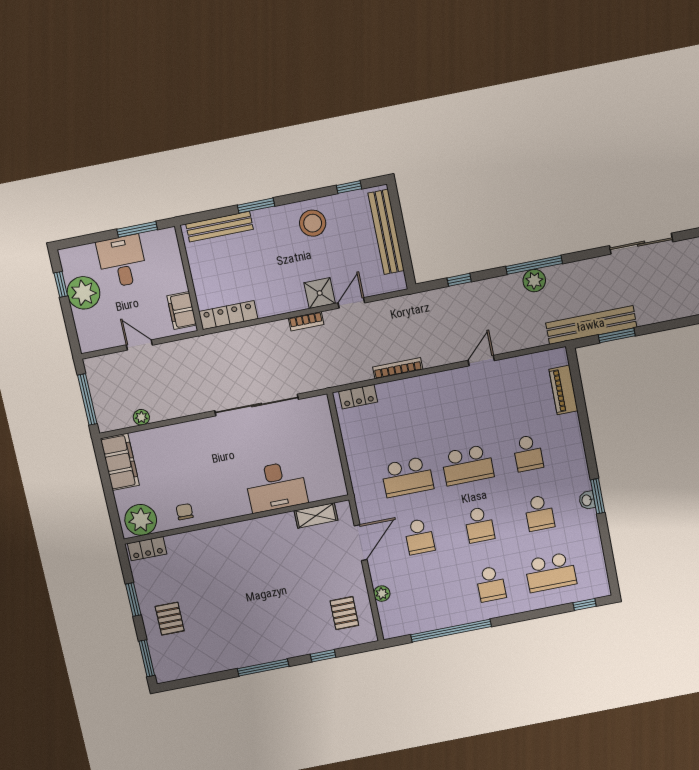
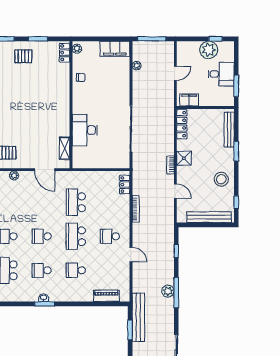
shower: (320, 293) -> (184, 158), moved
plant: (141, 520) -> (77, 49), width x0.53, depth x0.53
school desk: (419, 537) -> (110, 236), moved

